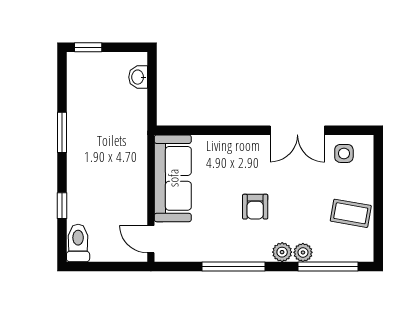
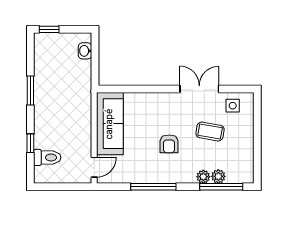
double door: (297, 130) -> (199, 89), swing flipped
coffee table: (351, 213) -> (210, 132), moved
door: (151, 239) -> (94, 167), swing flipped
toilet: (78, 243) -> (47, 157), moved, turned 90
plant: (282, 252) -> (218, 176), moved

